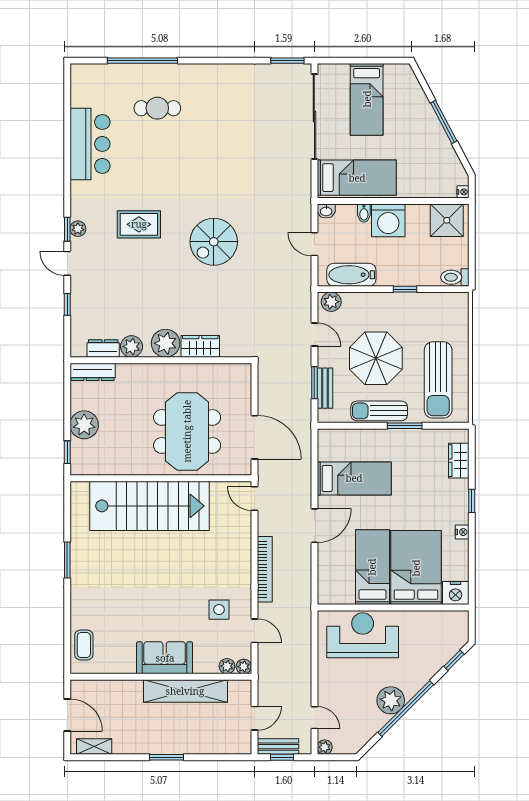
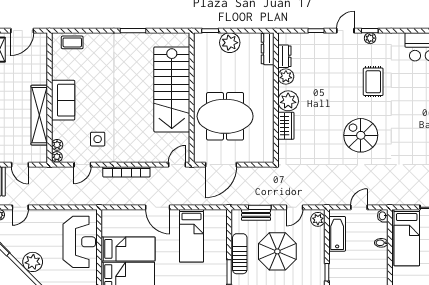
washing machine: (388, 220) -> (376, 260), removed

